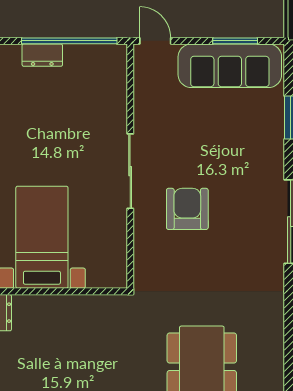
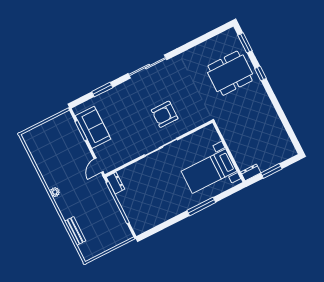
dresser: (42, 55) -> (115, 183), moved
sofa: (230, 66) -> (93, 127), width x0.73

